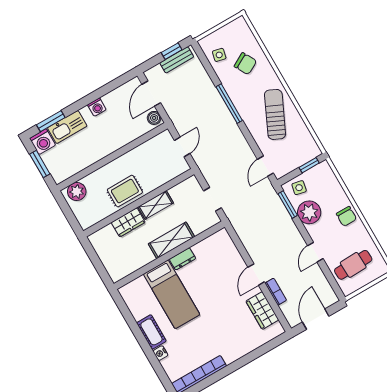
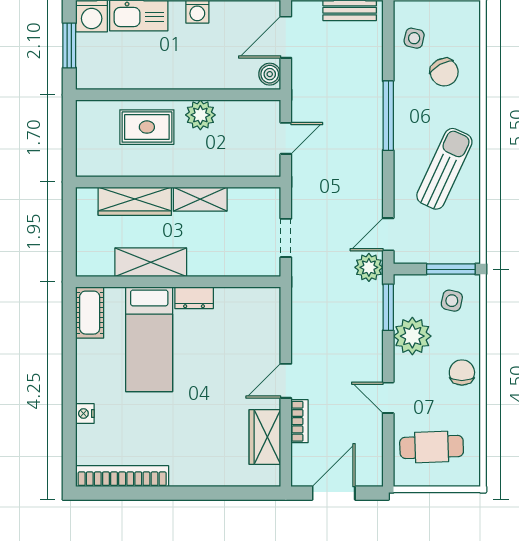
window: (309, 165) -> (451, 269), width x1.50
side table: (299, 188) -> (452, 301), moved
plant: (265, 189) -> (369, 267), added
rug: (125, 191) -> (147, 127), moved
plant: (77, 192) -> (200, 115), moved
chair: (346, 216) -> (462, 372), turned 180
wardrobe: (128, 222) -> (135, 201), width x1.50
shelving: (171, 240) -> (151, 262), moved
door: (315, 252) -> (388, 398), hinge flipped
cot: (151, 332) -> (90, 313), moved

